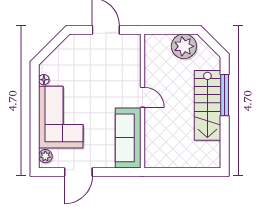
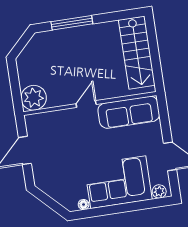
plant: (184, 46) -> (34, 98), moved
stairs: (207, 105) -> (137, 53), moved, turned 90

